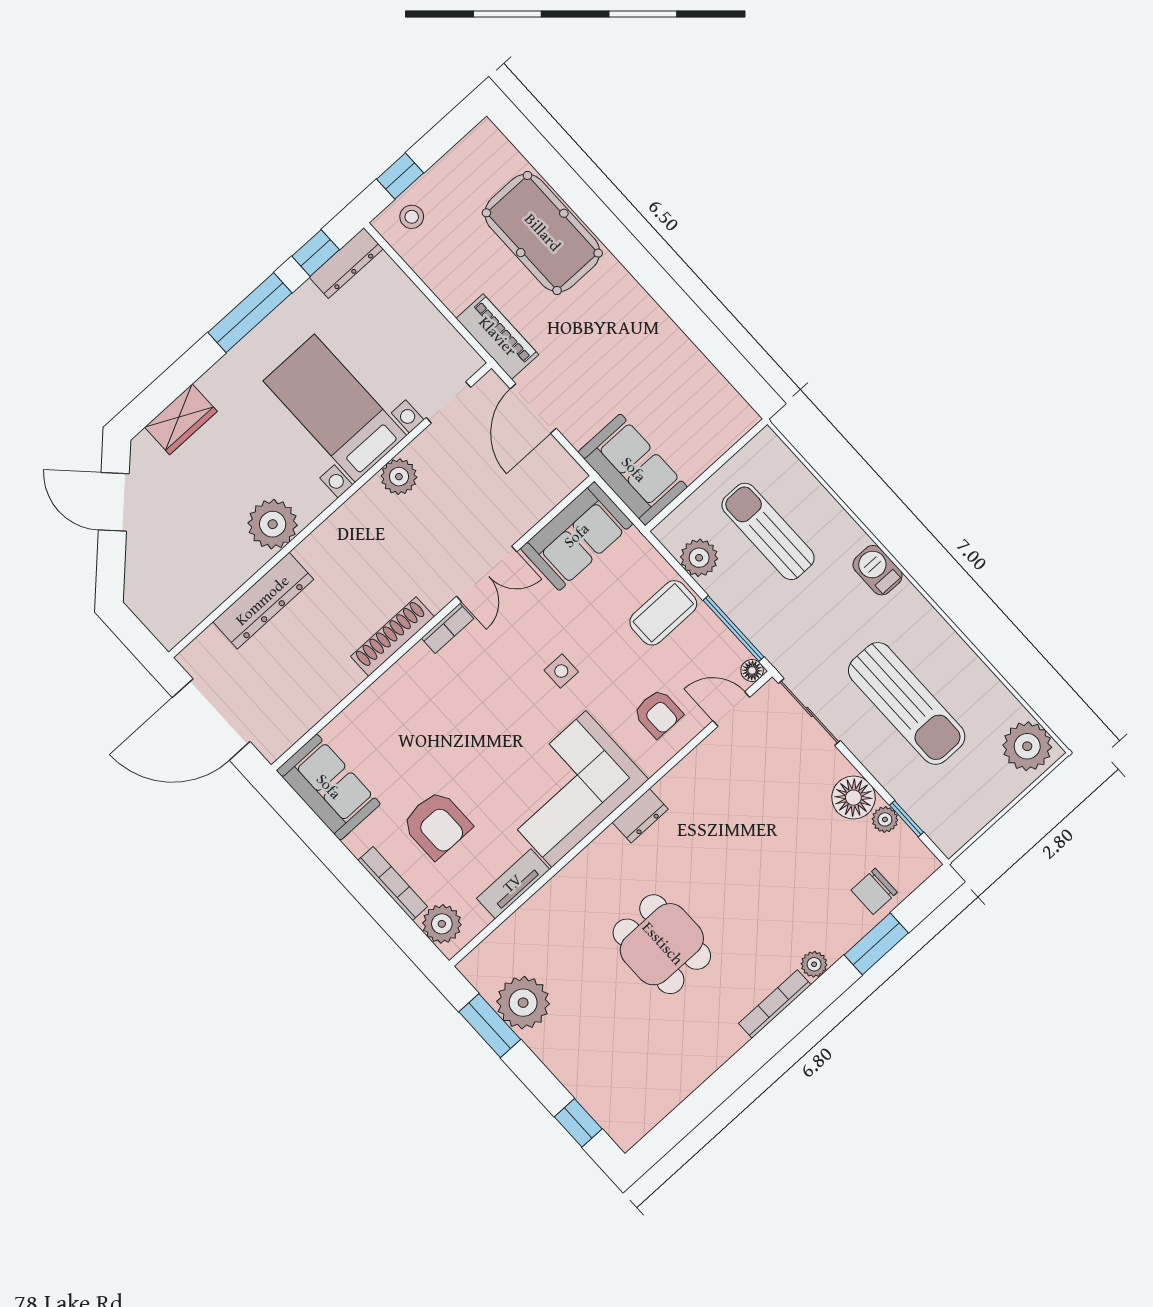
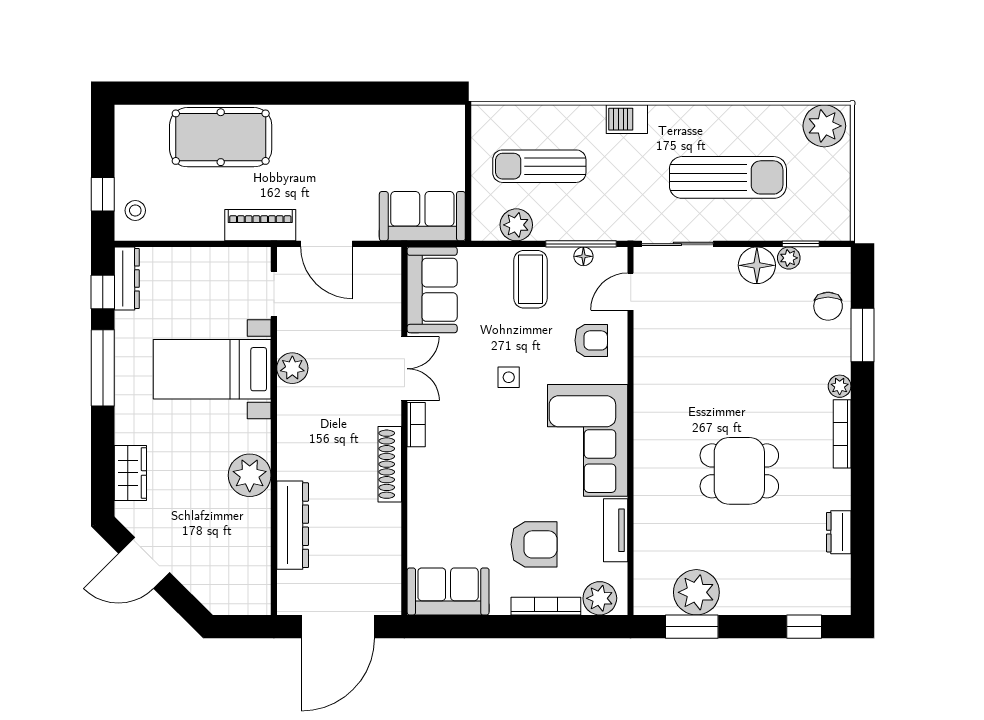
floor lamp: (752, 670) -> (583, 256), moved
dresser: (640, 816) -> (839, 532), moved, turned 180

